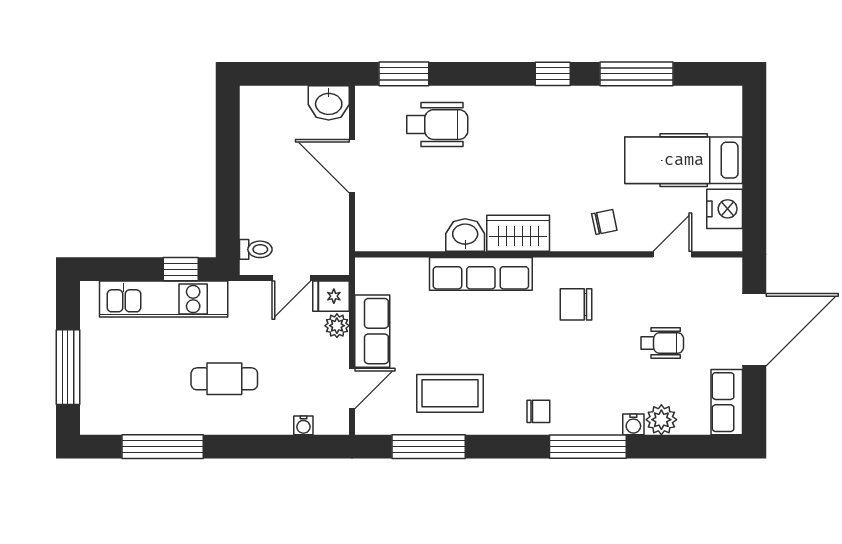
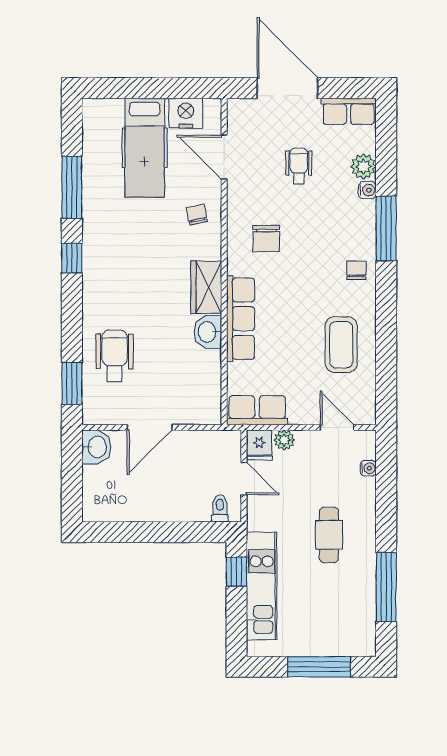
door: (672, 254) -> (224, 157), width x1.38
row of seats: (372, 331) -> (257, 410), moved
window: (429, 447) -> (386, 363), removed

